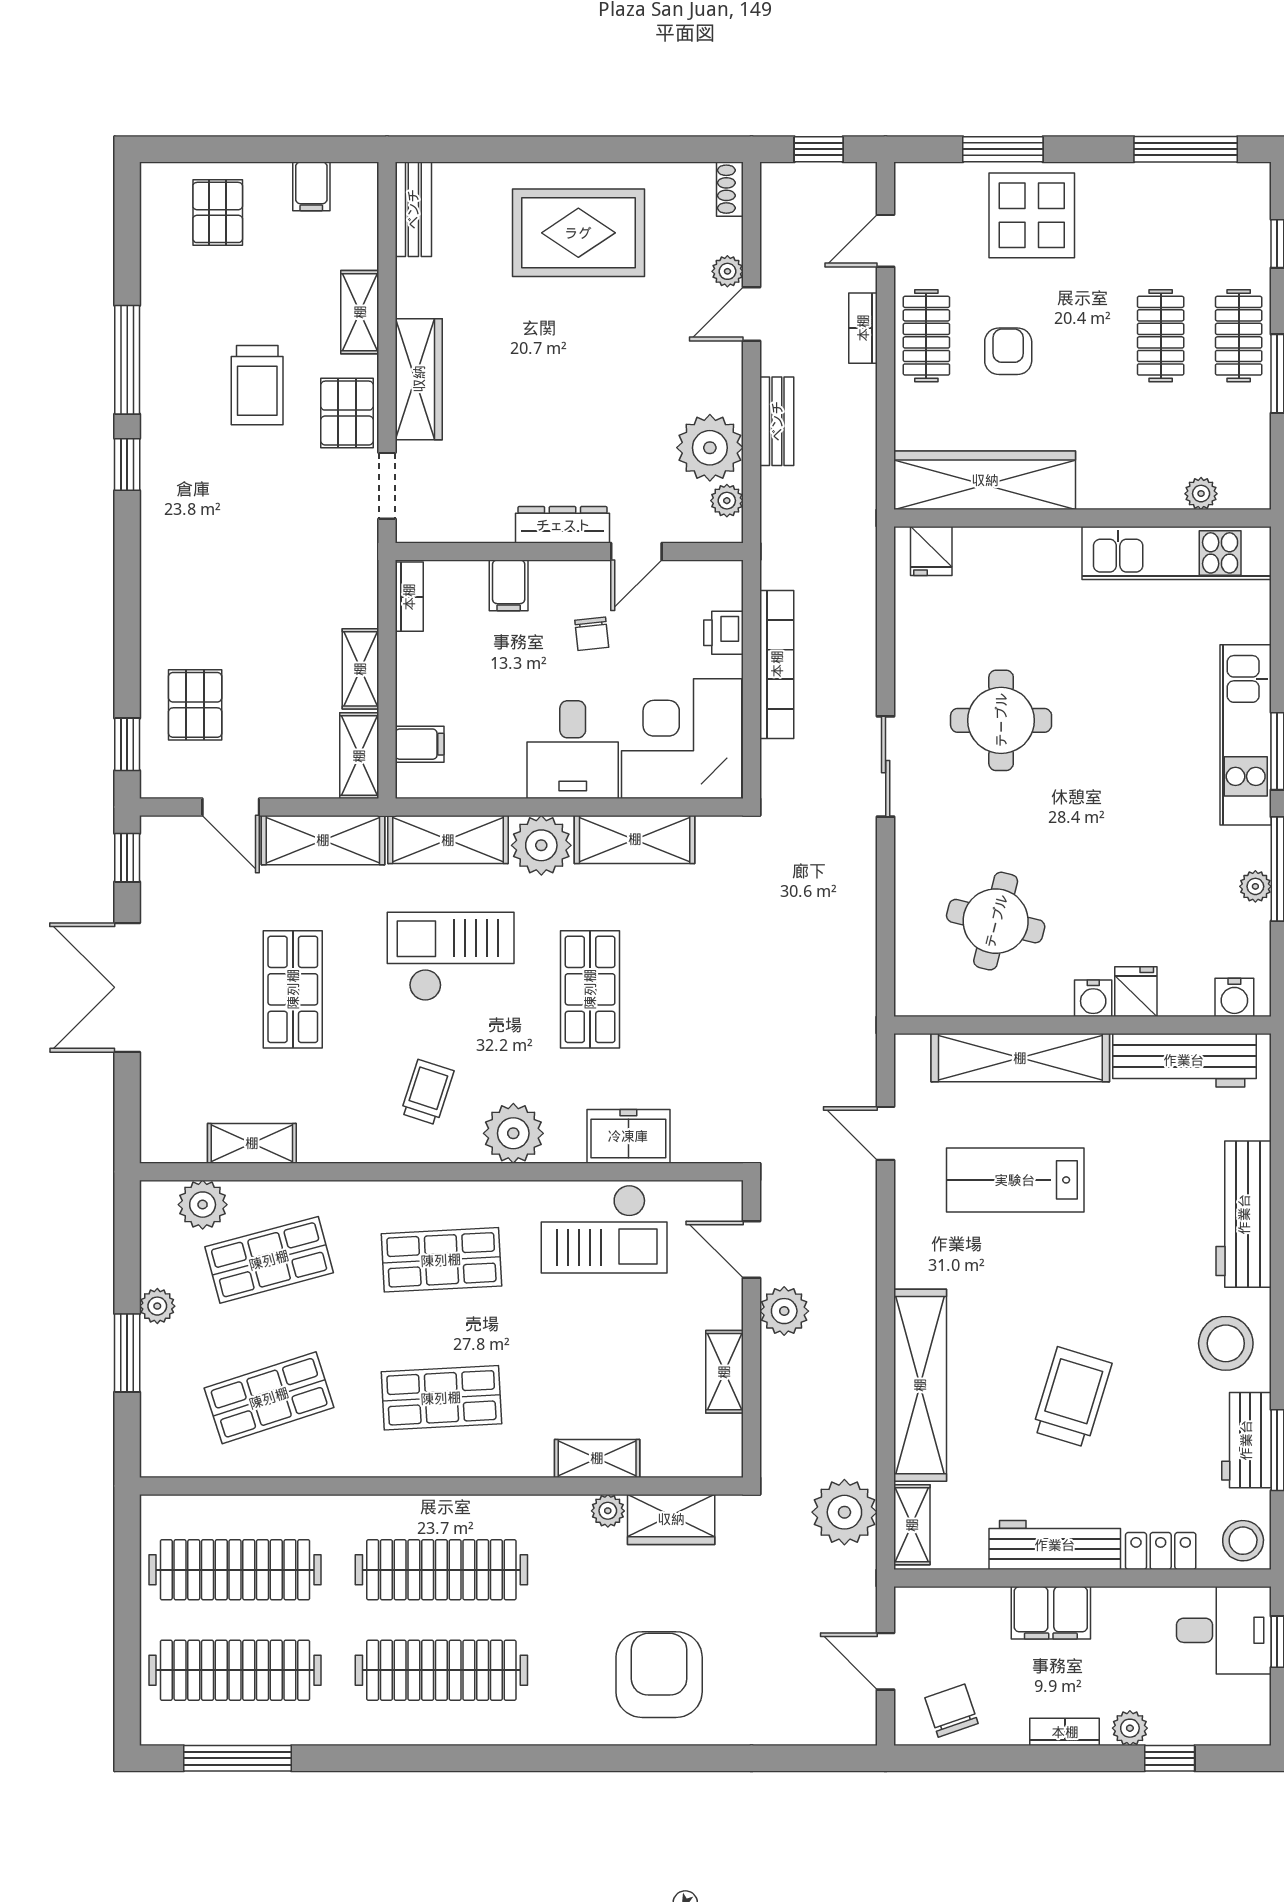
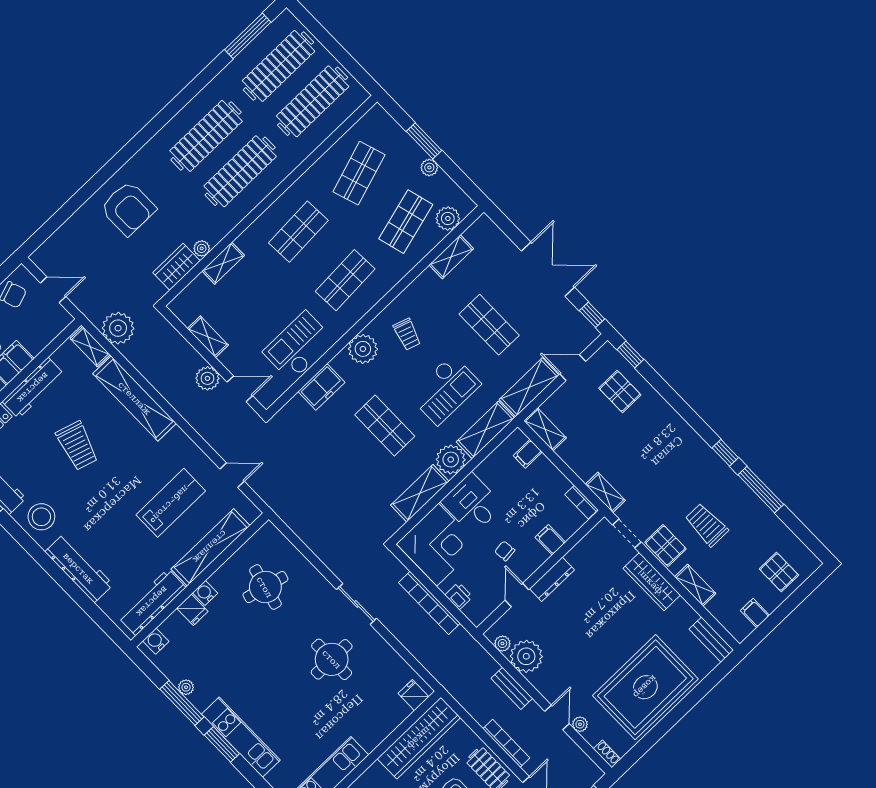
rug: (578, 233) -> (645, 687), width x1.37, depth x1.44
bookcase: (863, 328) -> (506, 743), width x1.56
shelving: (360, 669) -> (605, 492), moved

